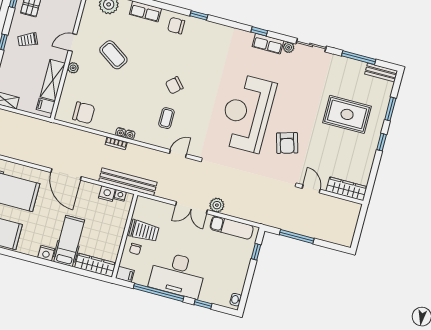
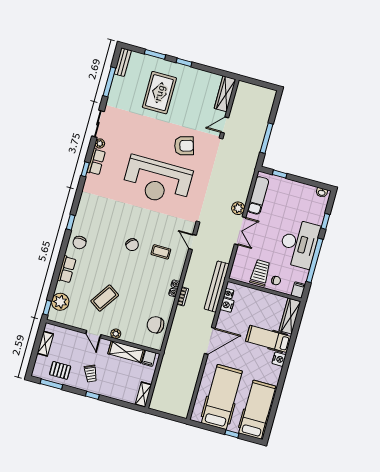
chair: (84, 113) -> (156, 325), turned -90

